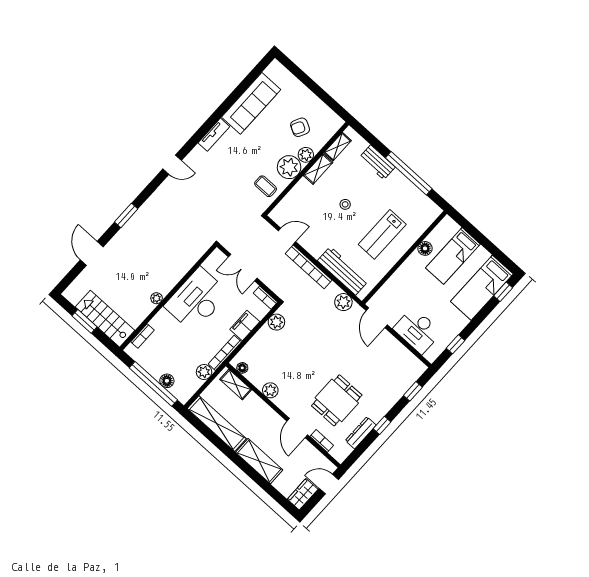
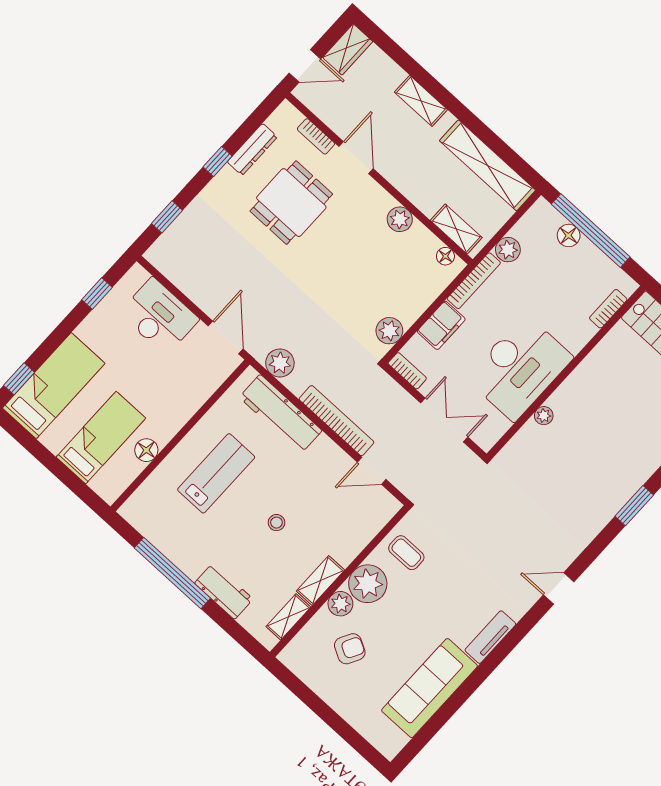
plant: (157, 298) -> (544, 416), moved
shelving: (259, 461) -> (421, 101), width x0.67, depth x0.75

